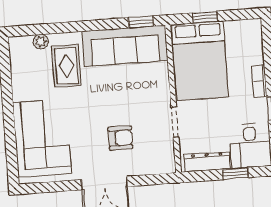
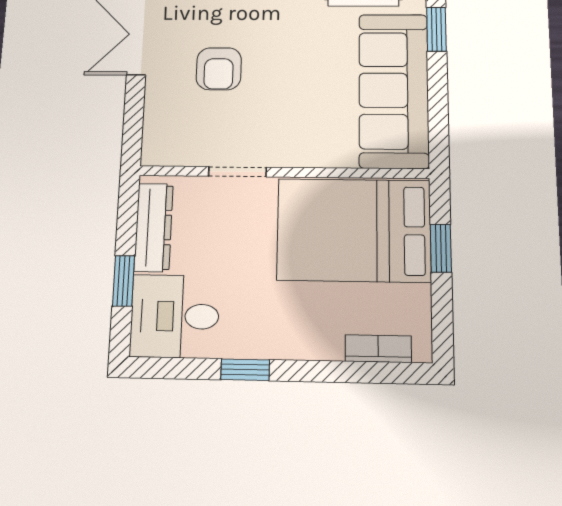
window: (141, 22) -> (436, 29), moved
bookcase: (259, 81) -> (378, 349), moved

